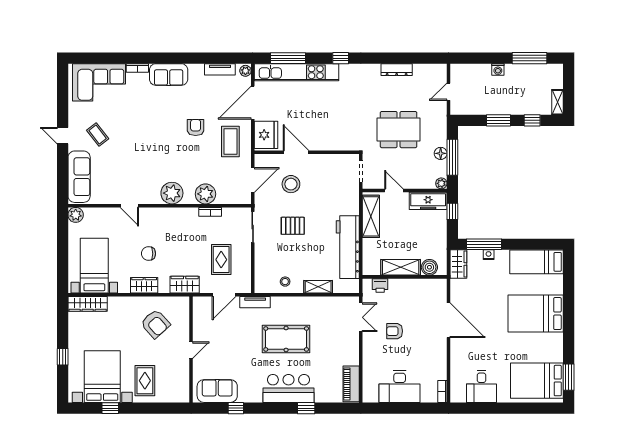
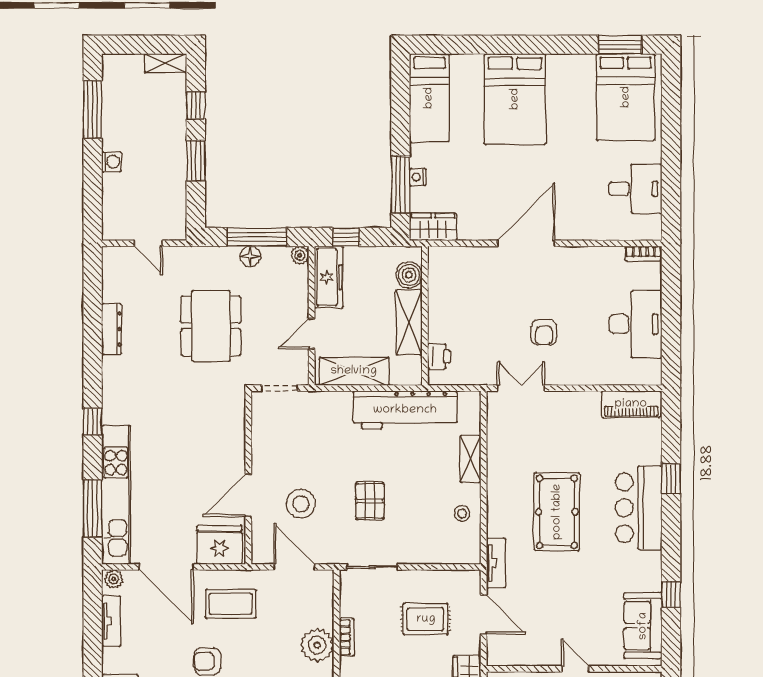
shelving: (401, 267) -> (409, 322), moved
boiler: (429, 267) -> (409, 275), moved
wall: (405, 277) -> (425, 316), moved
printer: (380, 285) -> (439, 356), moved

